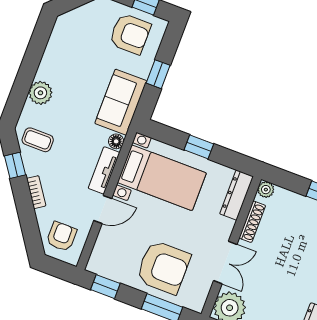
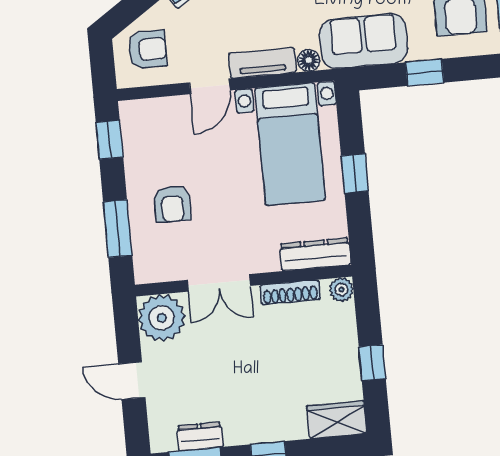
door: (103, 210) -> (210, 86), hinge flipped
armchair: (163, 267) -> (172, 204), width x0.53, depth x0.53

